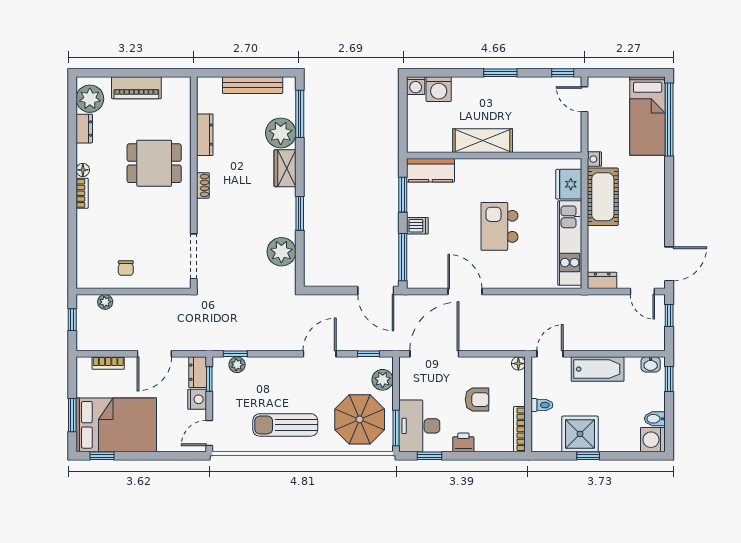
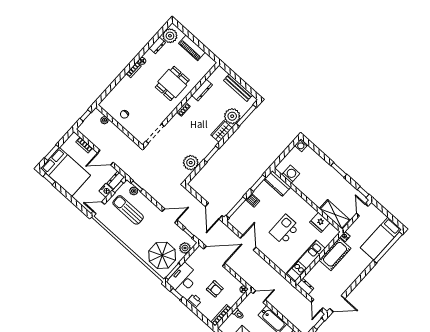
washing machine: (439, 89) -> (291, 174), moved, turned 180
shelving: (483, 141) -> (335, 214), moved
dining table: (154, 163) -> (172, 83), turned 90
fridge: (569, 184) -> (320, 222), moved, turned -90
sun lounger: (285, 425) -> (128, 210), moved

